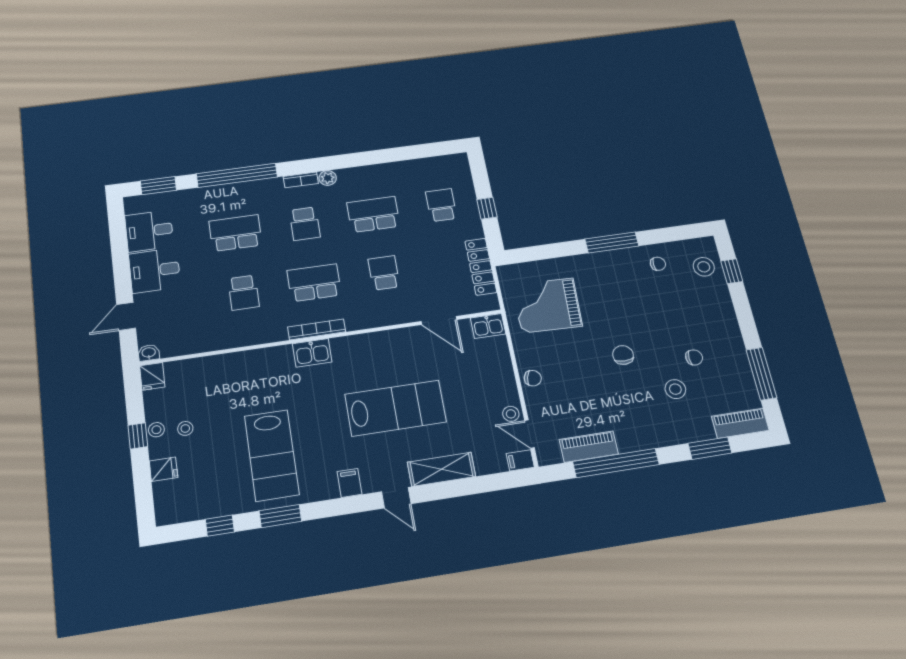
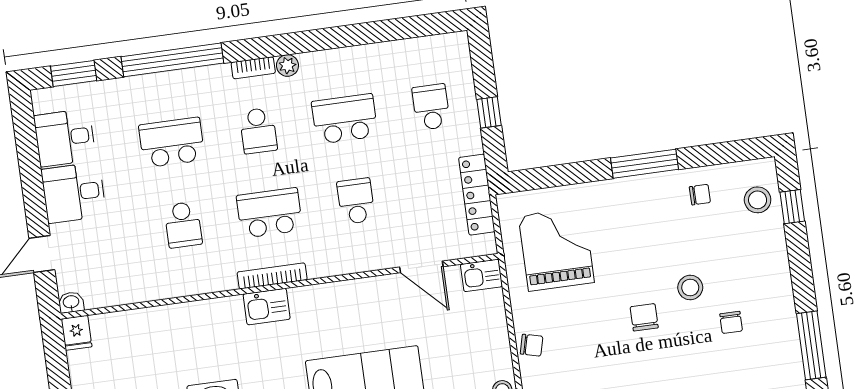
grand piano: (547, 305) -> (556, 249), turned 88
chair: (694, 357) -> (731, 322), turned 90
stool: (675, 389) -> (690, 287), moved

